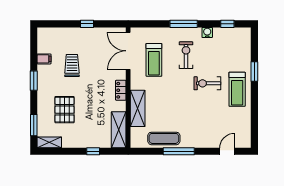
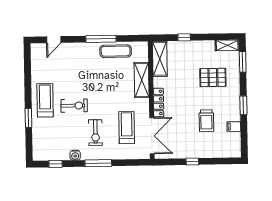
locker: (121, 90) -> (158, 103), width x1.53
pallet: (65, 110) -> (213, 77), turned 90

